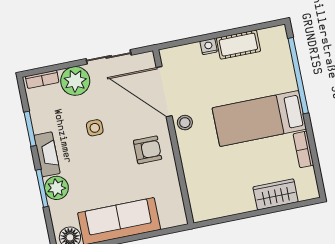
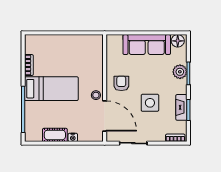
plant: (75, 81) -> (156, 133), removed
side table: (95, 128) -> (150, 103), width x1.87, depth x1.87
armchair: (148, 150) -> (121, 83), turned 90
fireplace: (47, 154) -> (181, 107), moved
wardrobe: (276, 194) -> (51, 42), removed

